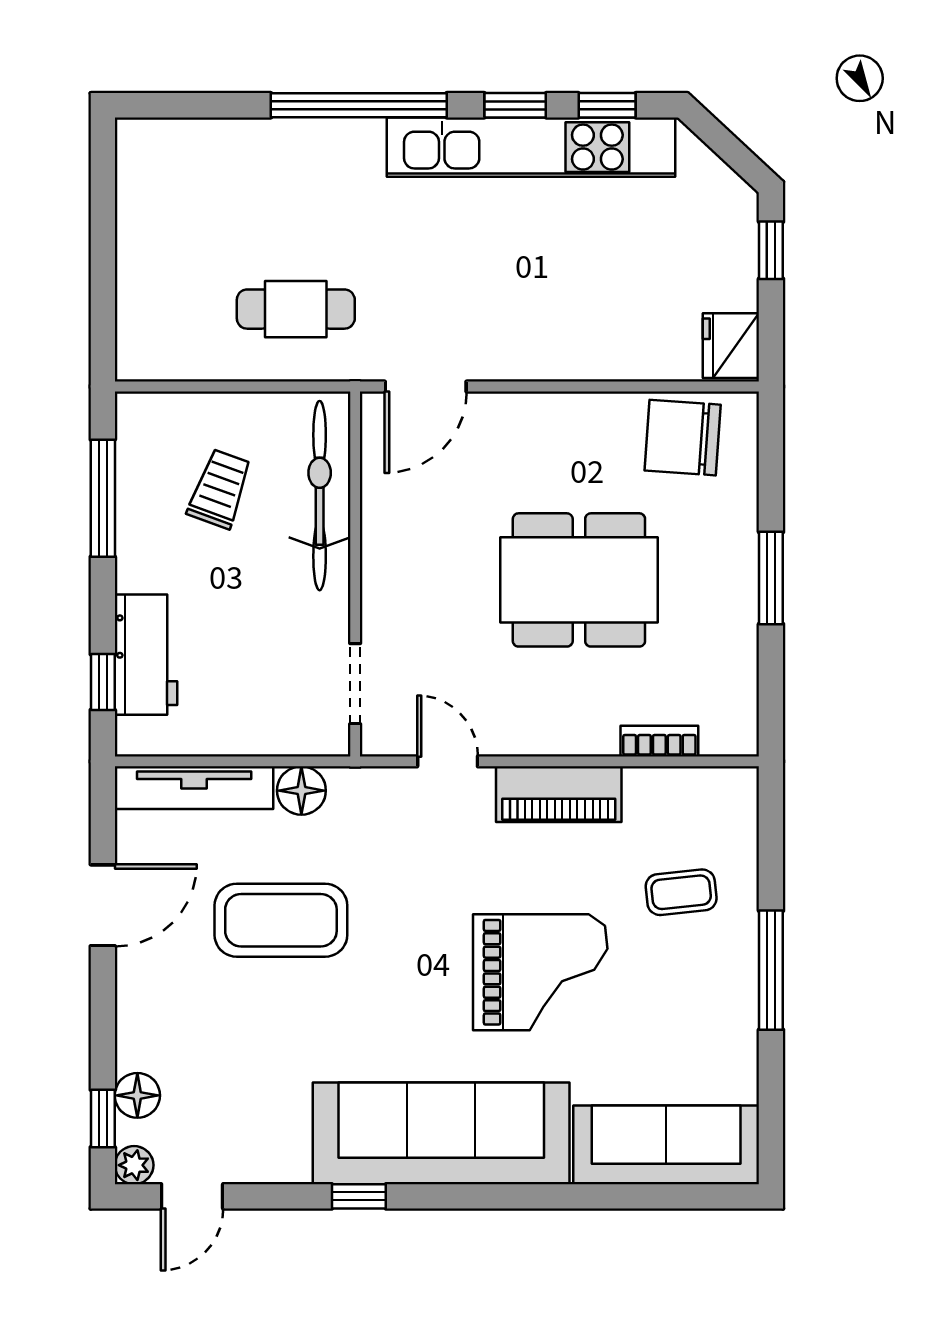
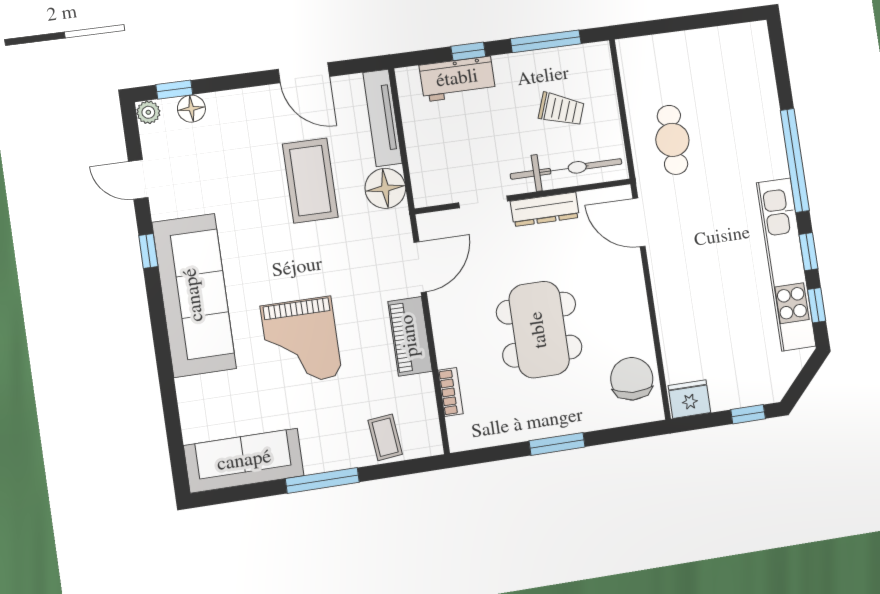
dresser: (382, 541) -> (545, 209), added
window: (103, 682) -> (468, 51), moved
doorway: (355, 684) -> (483, 202), moved
door: (448, 761) -> (420, 267), width x1.38
floor lamp: (301, 791) -> (385, 188), width x1.38, depth x1.38
coffee table: (681, 892) -> (385, 437), moved
sofa: (666, 1145) -> (244, 461), moved, turned -90
door: (192, 1196) -> (138, 179), moved

